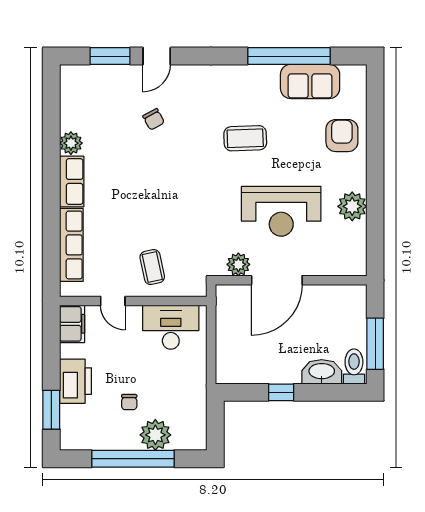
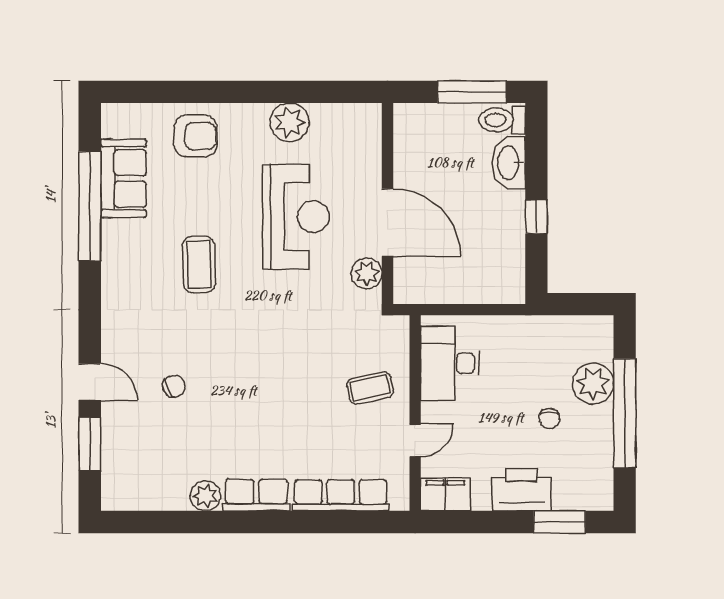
armchair: (342, 136) -> (195, 136), turned 180
chair: (129, 402) -> (549, 418), turned 90

